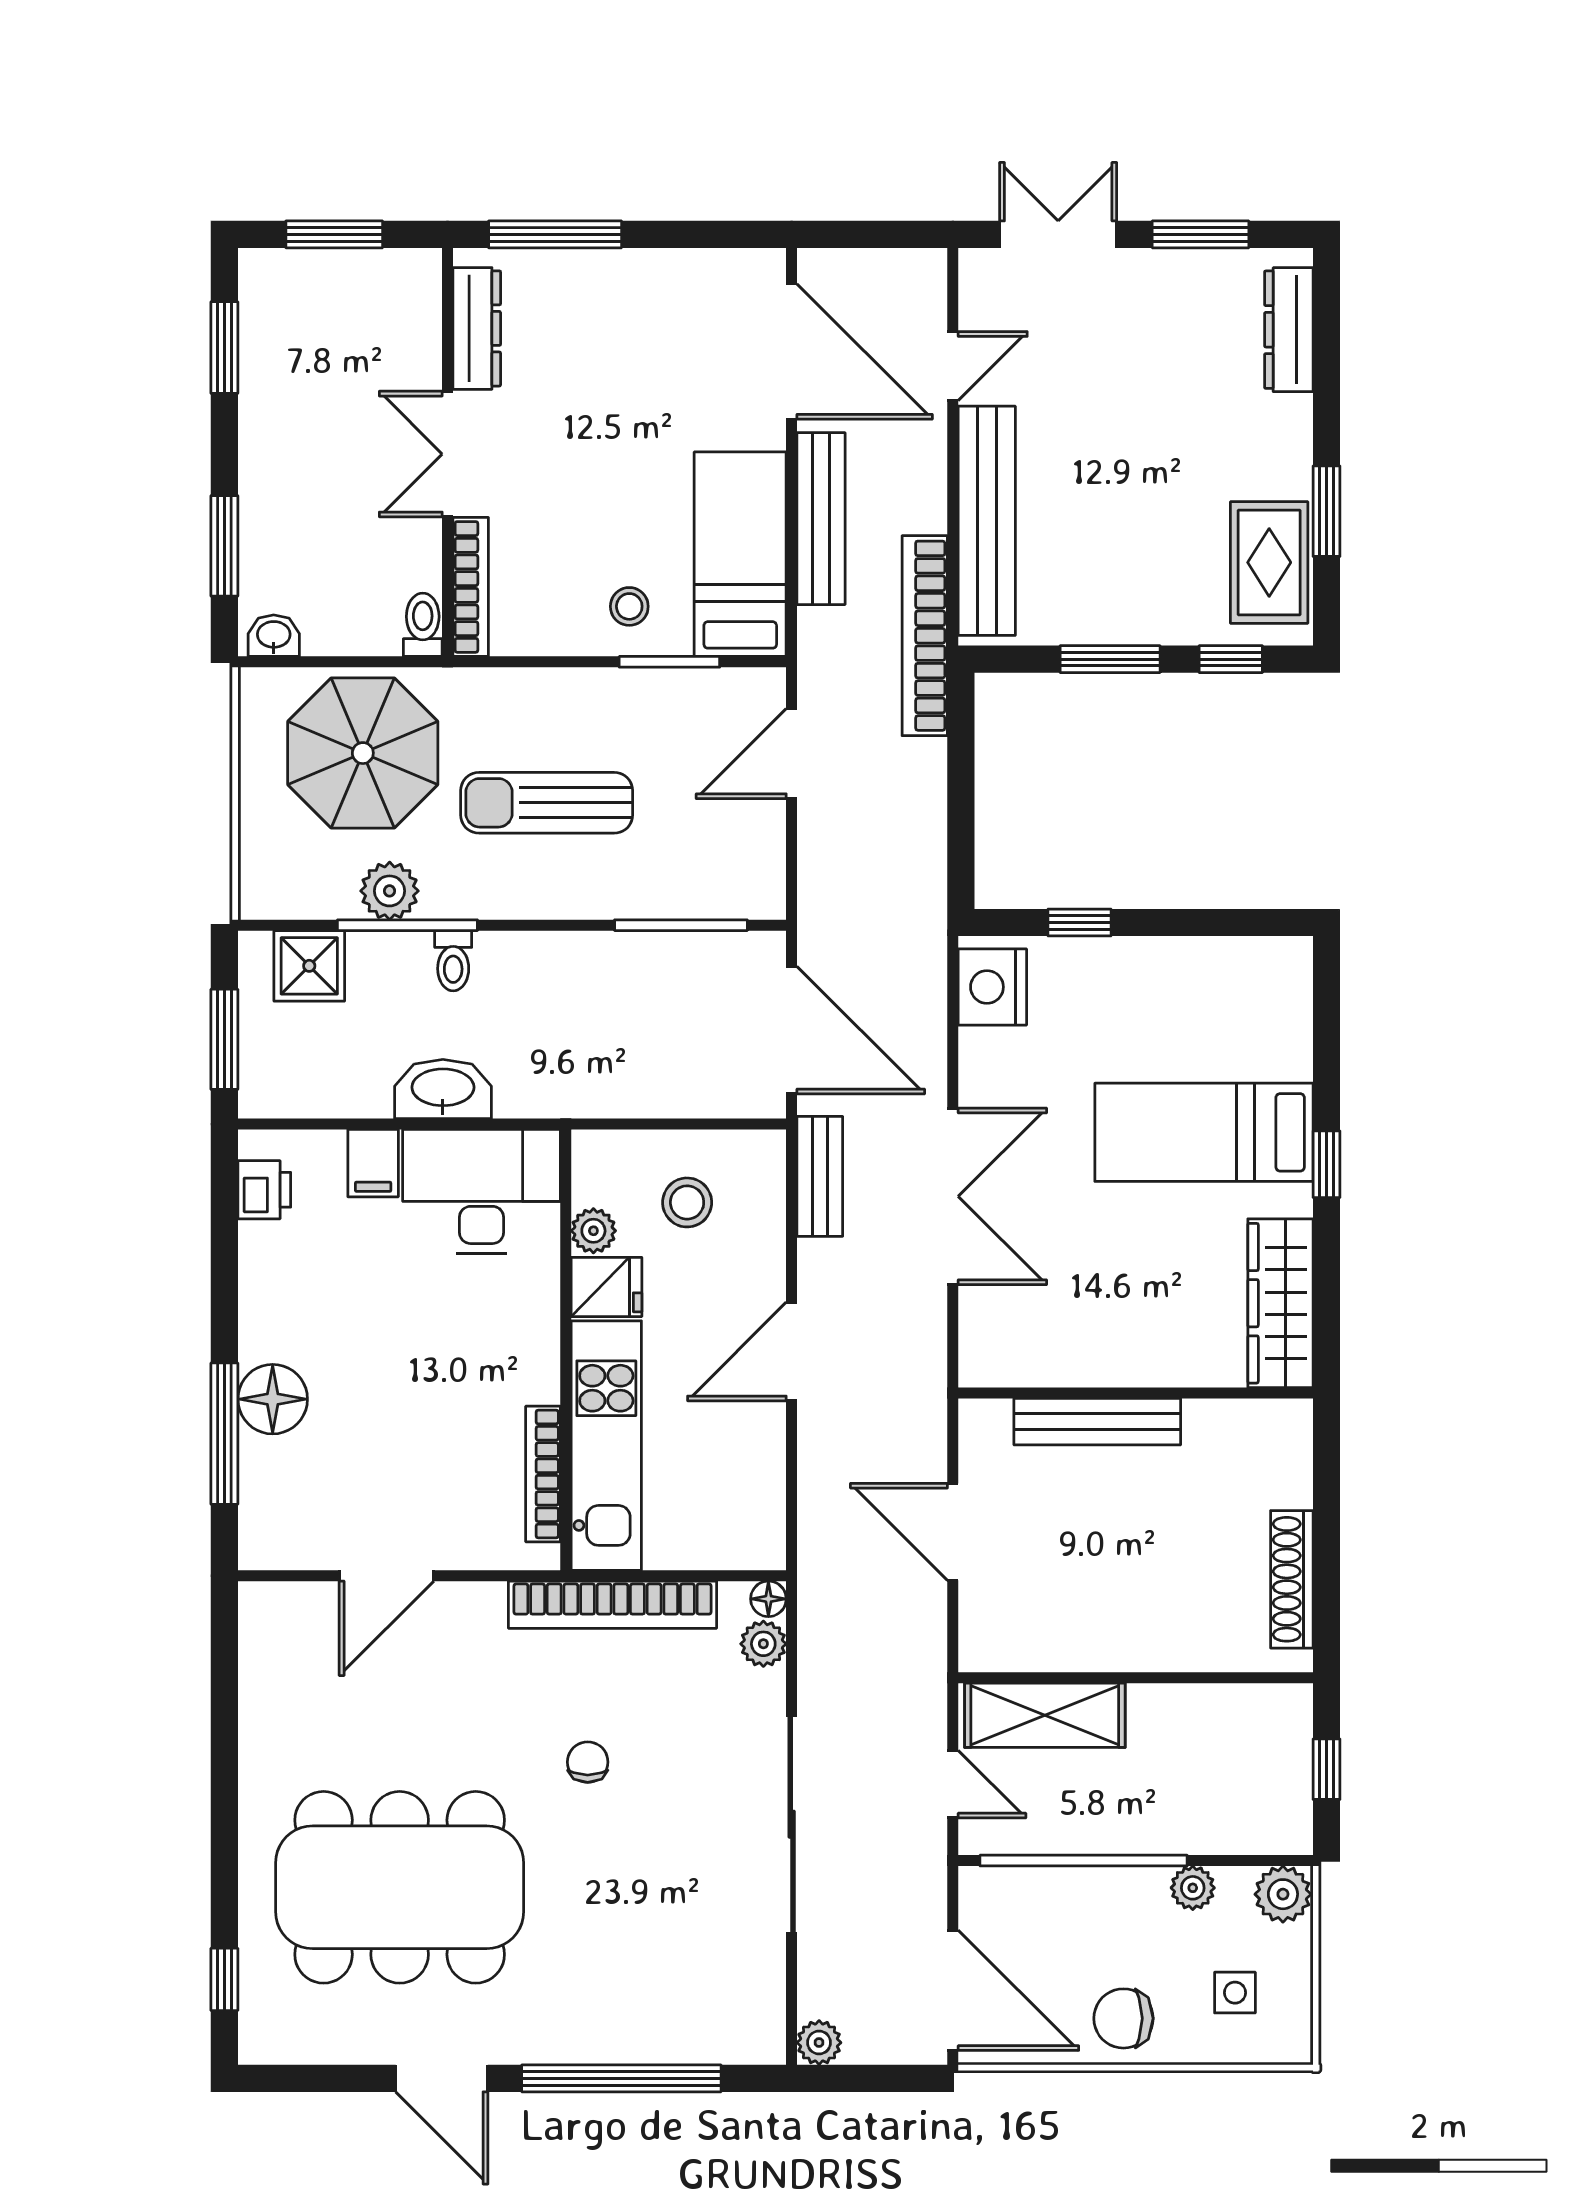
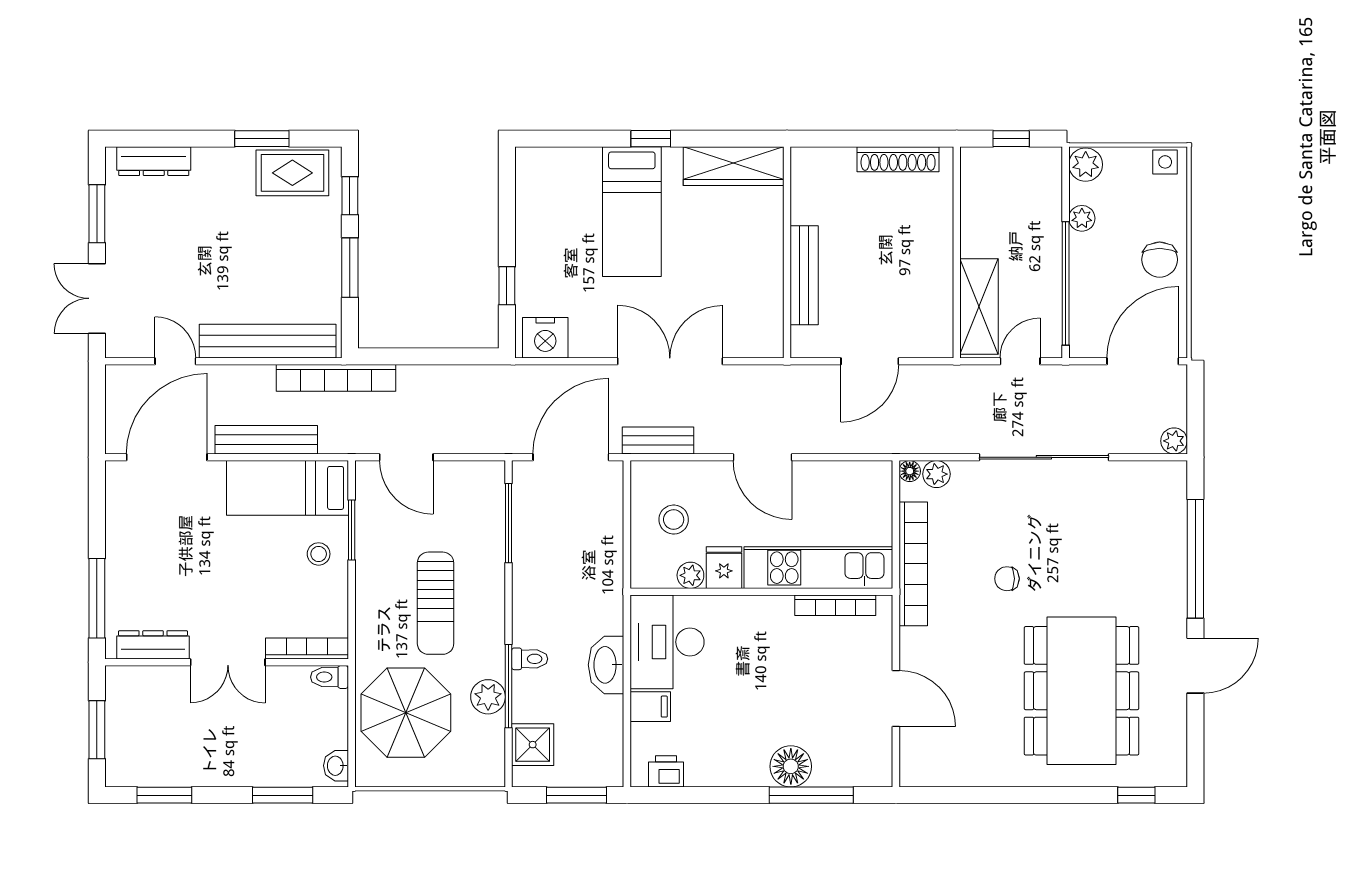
side table: (1235, 1993) -> (1165, 162), moved

